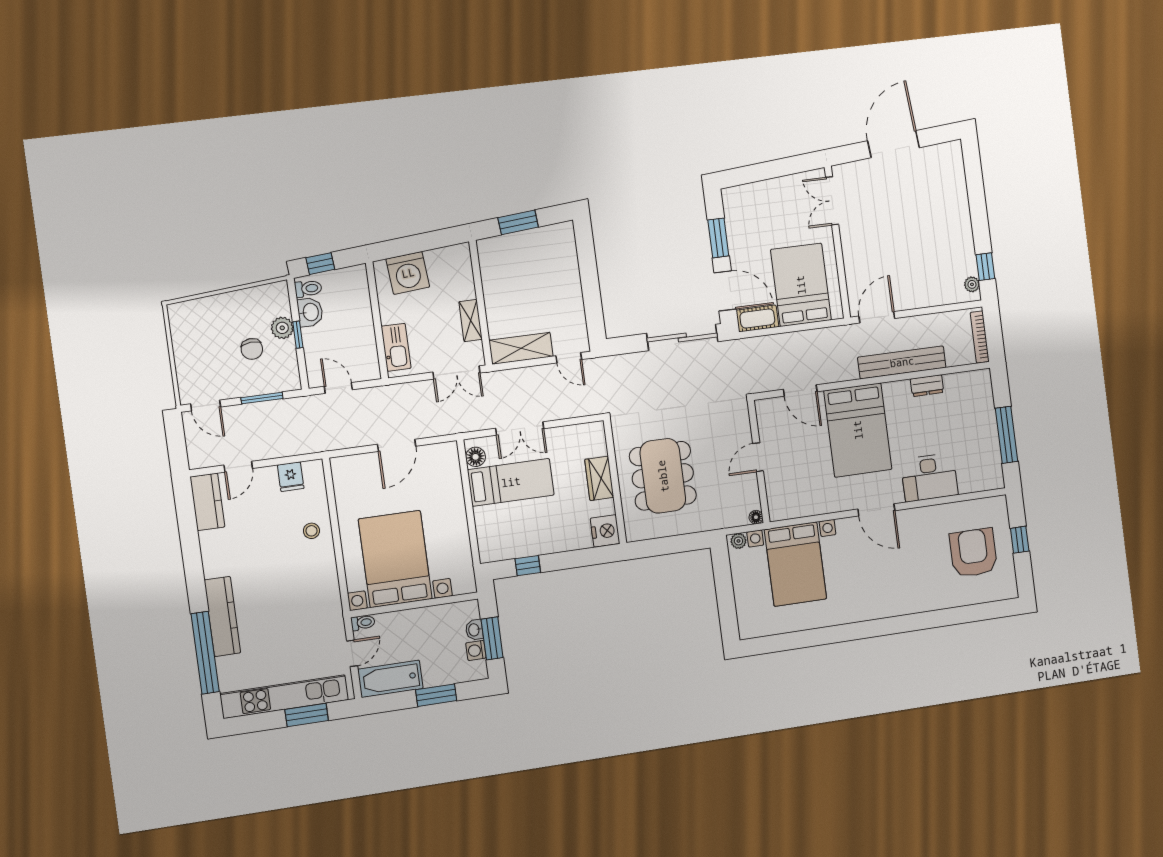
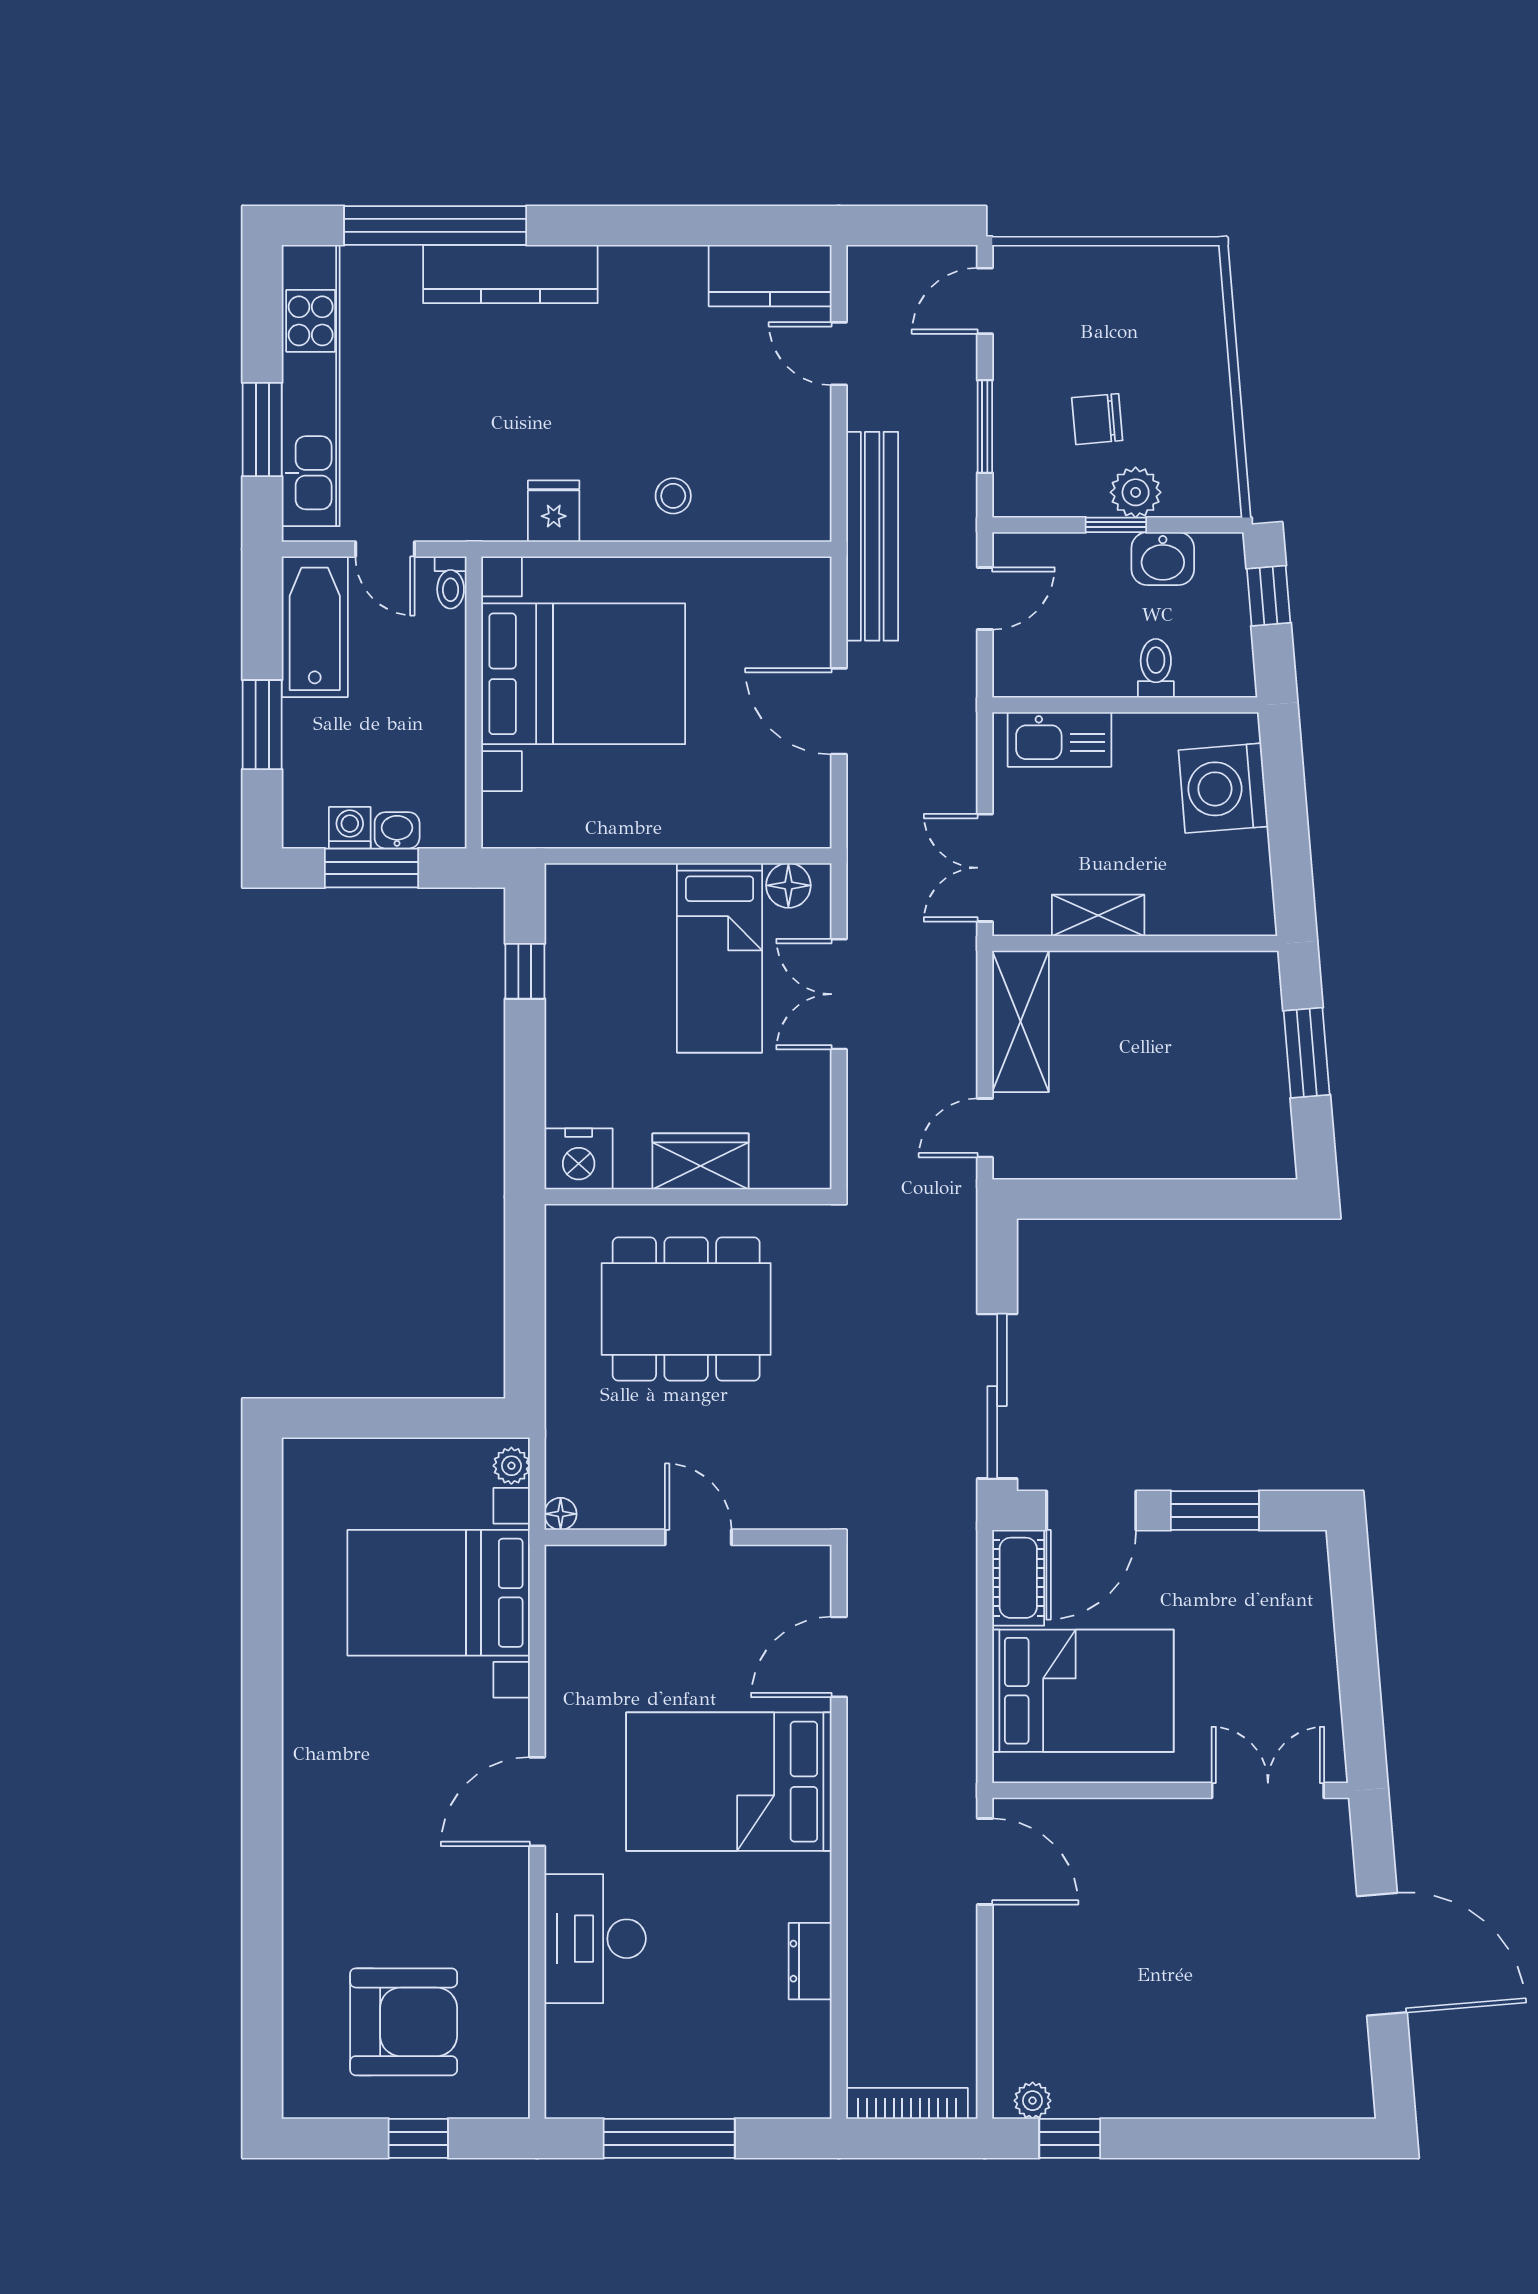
toilet: (308, 289) -> (1156, 668), moved, turned 180
bench: (902, 362) -> (872, 536), moved
fridge: (291, 477) -> (554, 511), moved, turned 90

